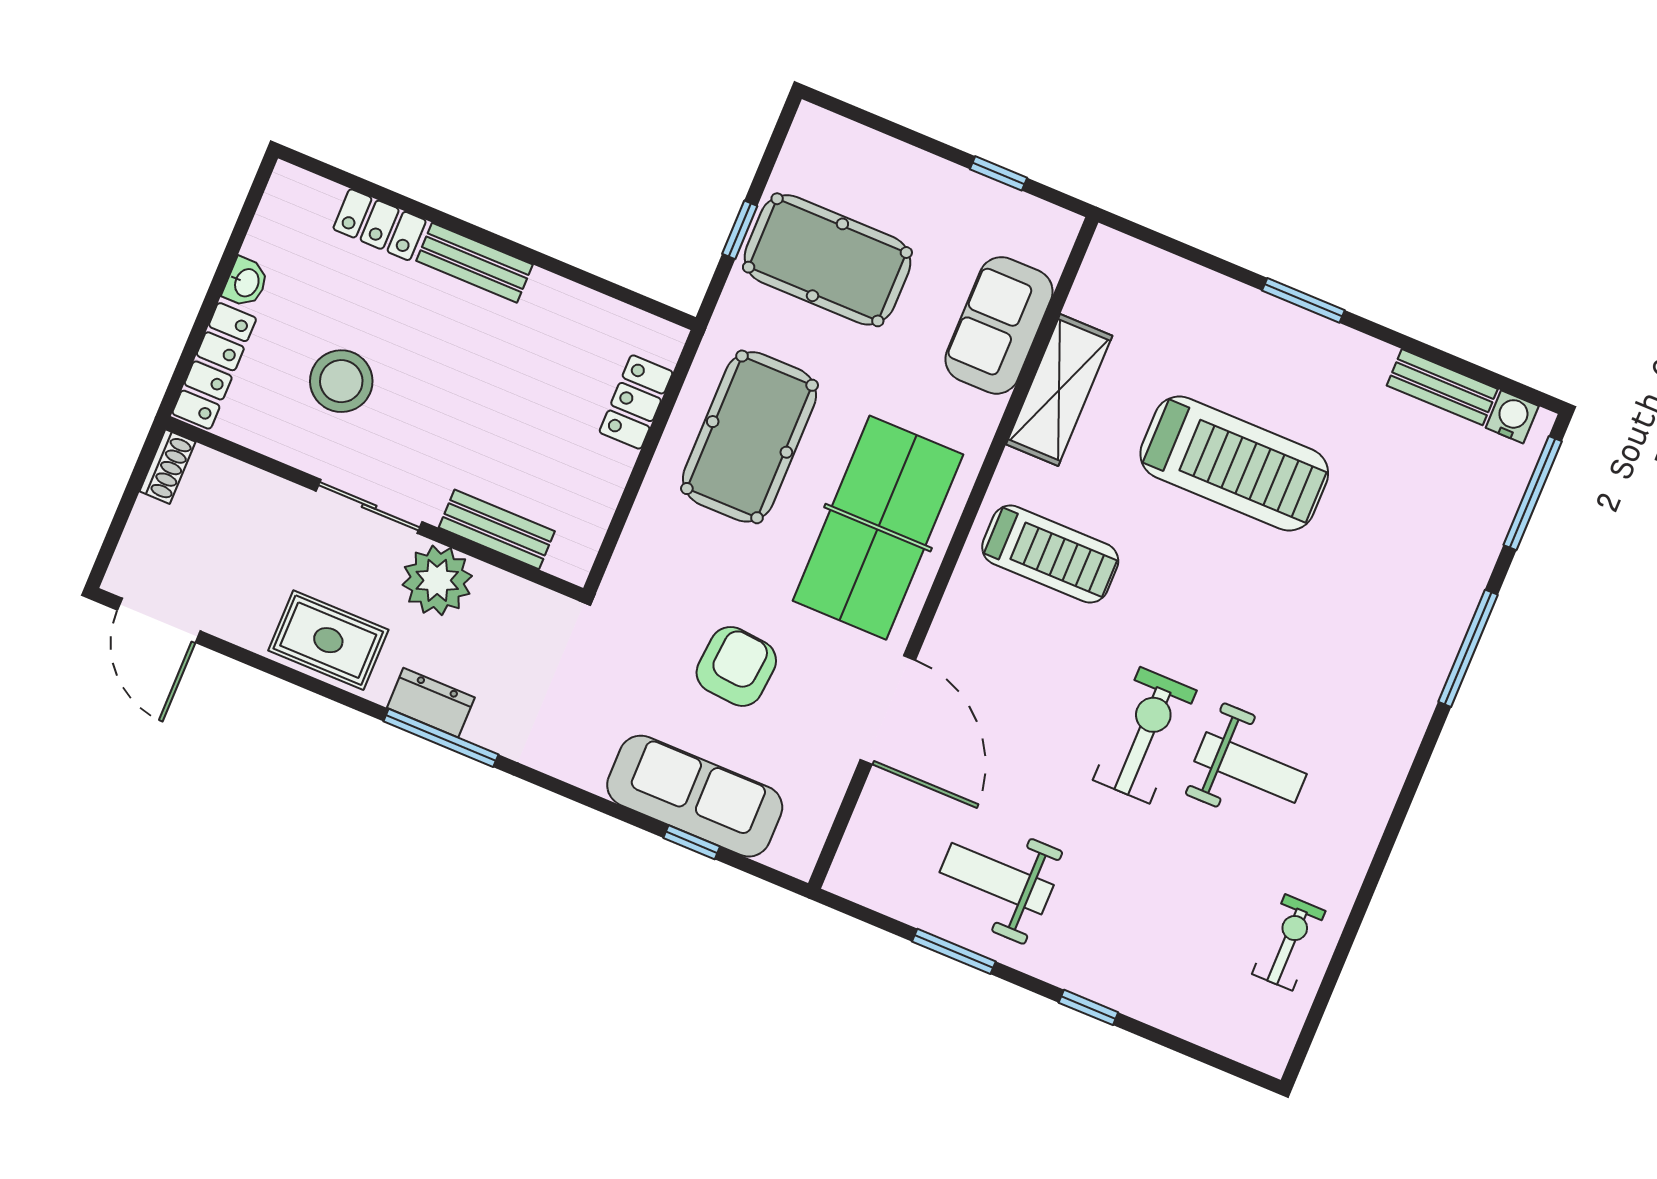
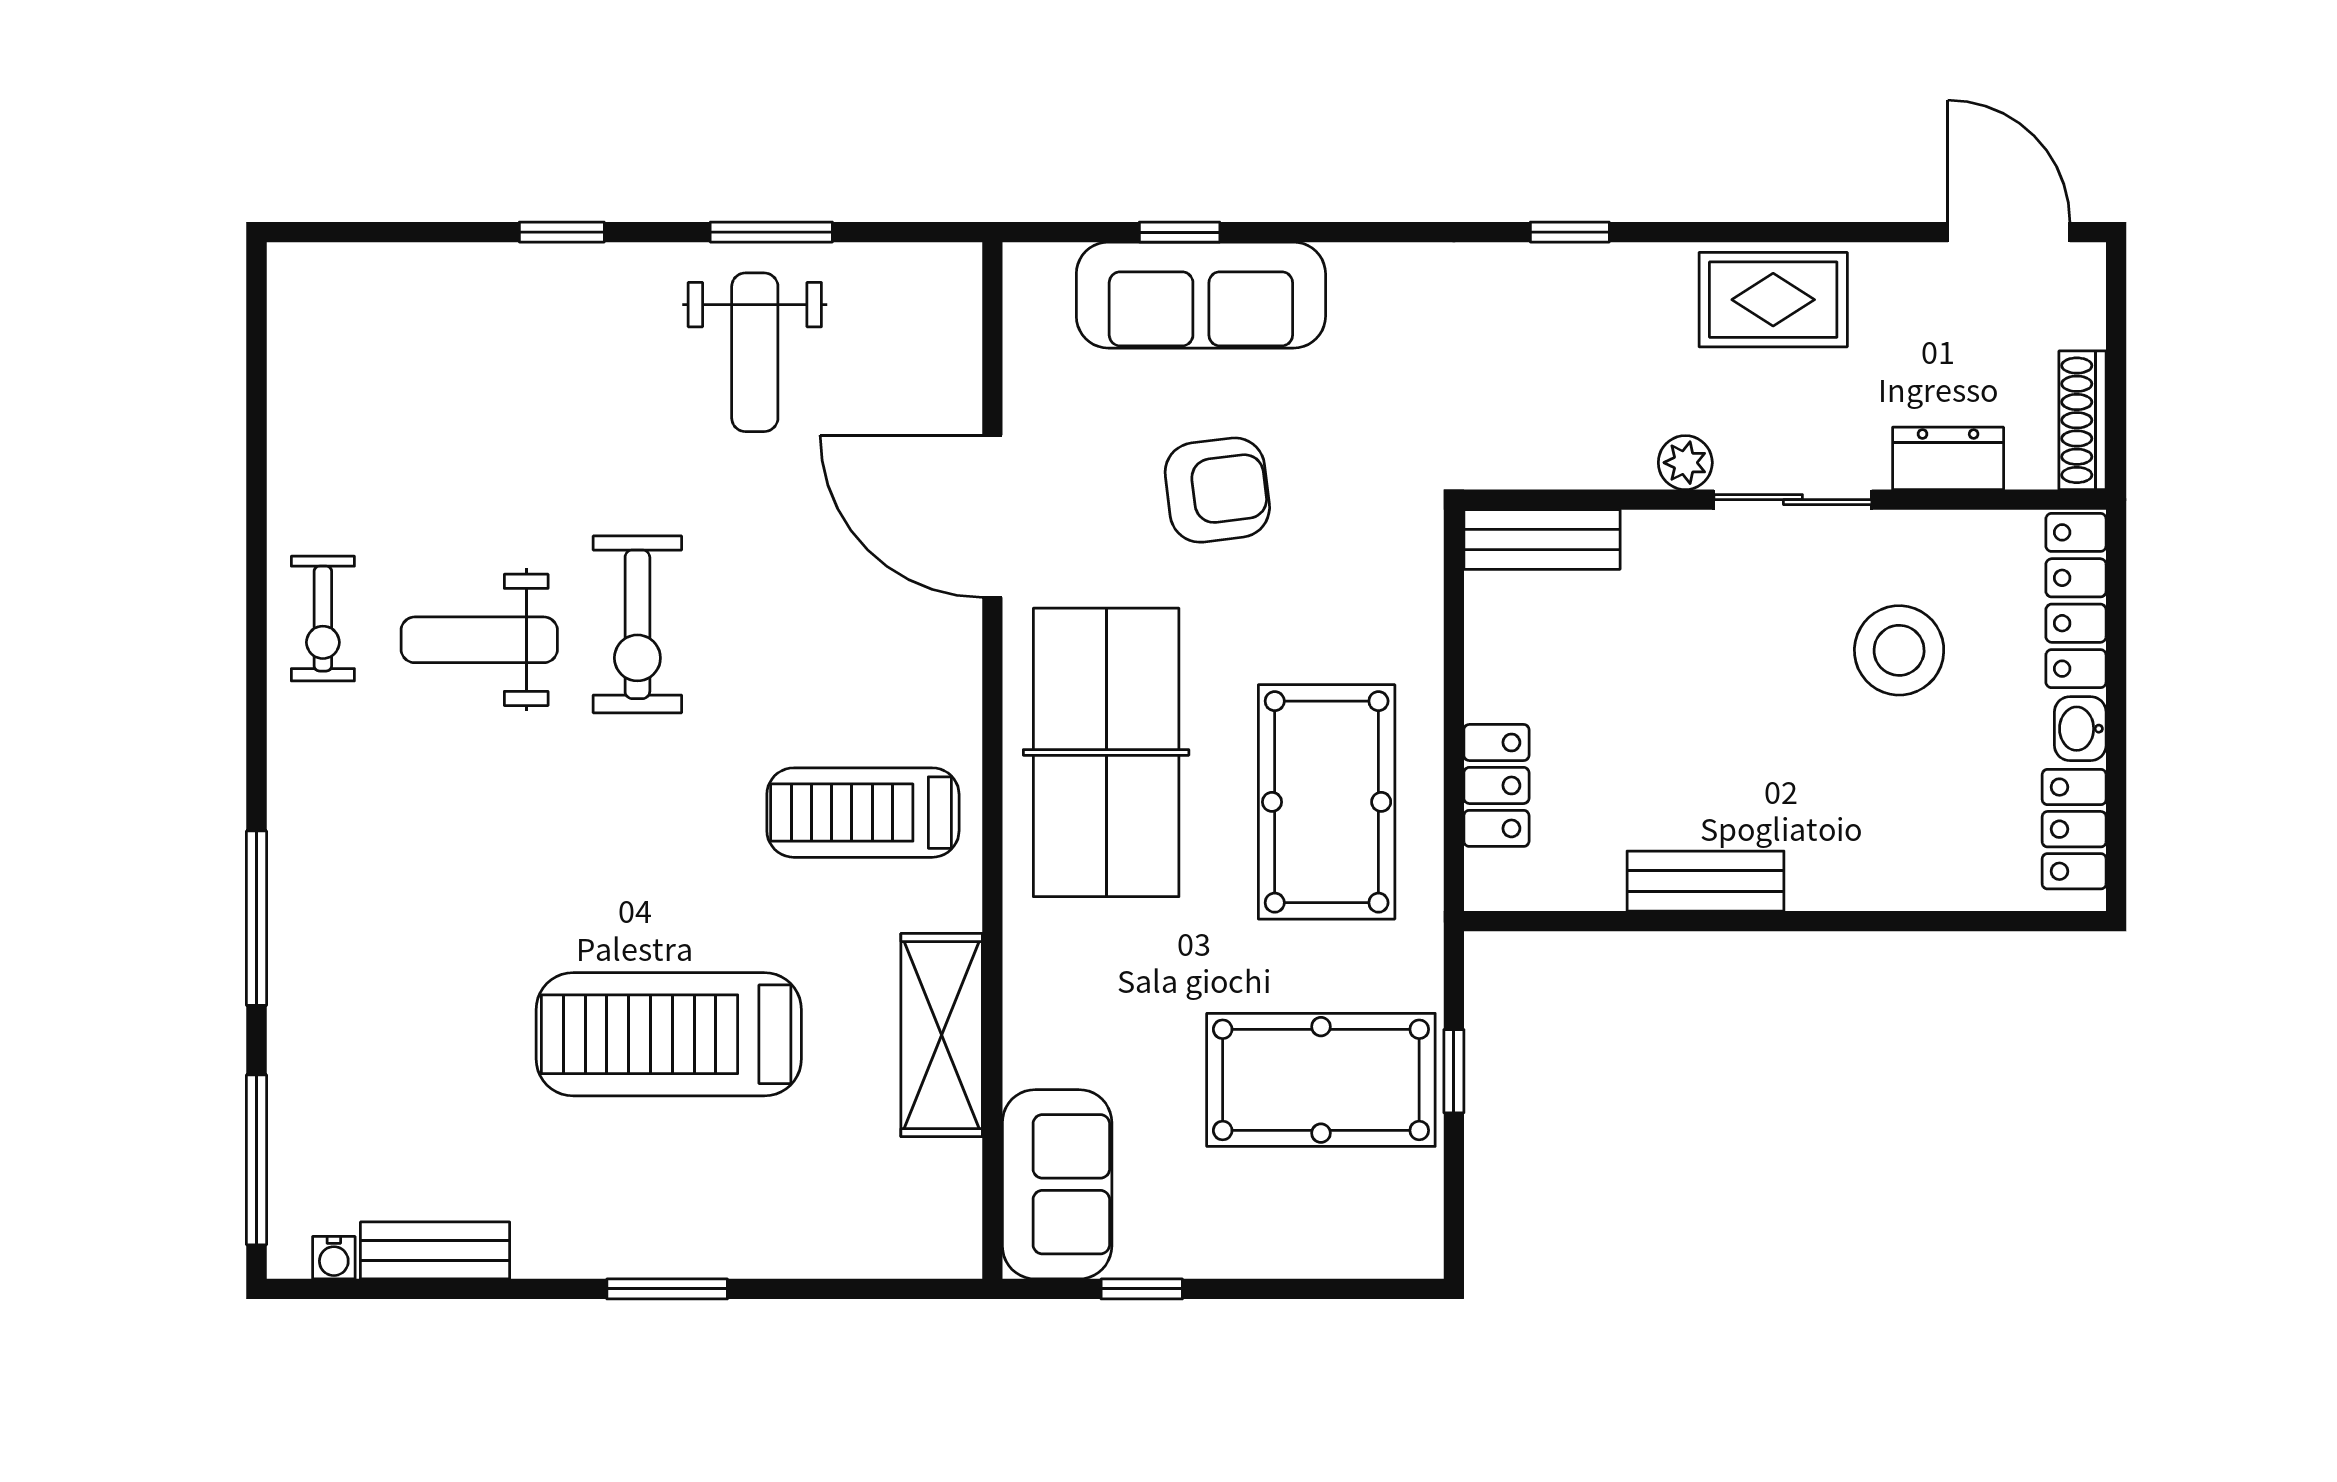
locker: (380, 225) -> (2074, 829), moved, turned -90
bench: (474, 263) -> (1705, 881), moved
sofa: (999, 325) -> (1057, 1184), moved
water cooler: (1512, 417) -> (334, 1258), width x0.72, depth x0.72
shoe rack: (167, 467) -> (2082, 420), width x1.43
bench: (497, 529) -> (1542, 539), moved
plant: (437, 580) -> (1685, 463), width x0.53, depth x0.53
armchair: (736, 666) -> (1217, 490), turned -102
dresser: (431, 703) -> (1948, 458), moved, turned 180
window: (441, 738) -> (1570, 232), width x0.46
weight bench: (997, 879) -> (755, 352), turned 90
exercise bike: (1289, 942) -> (323, 619), moved

